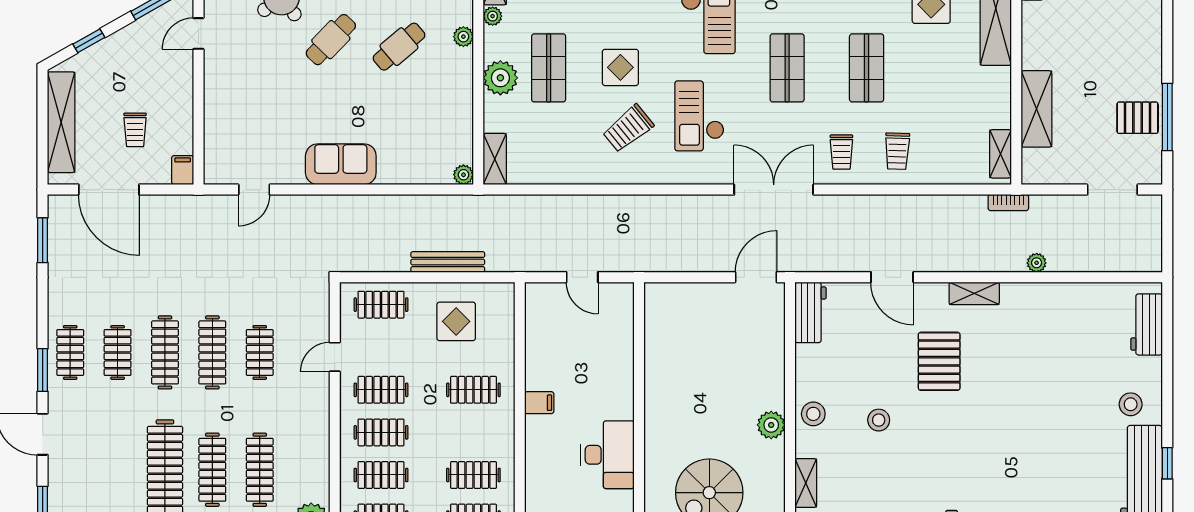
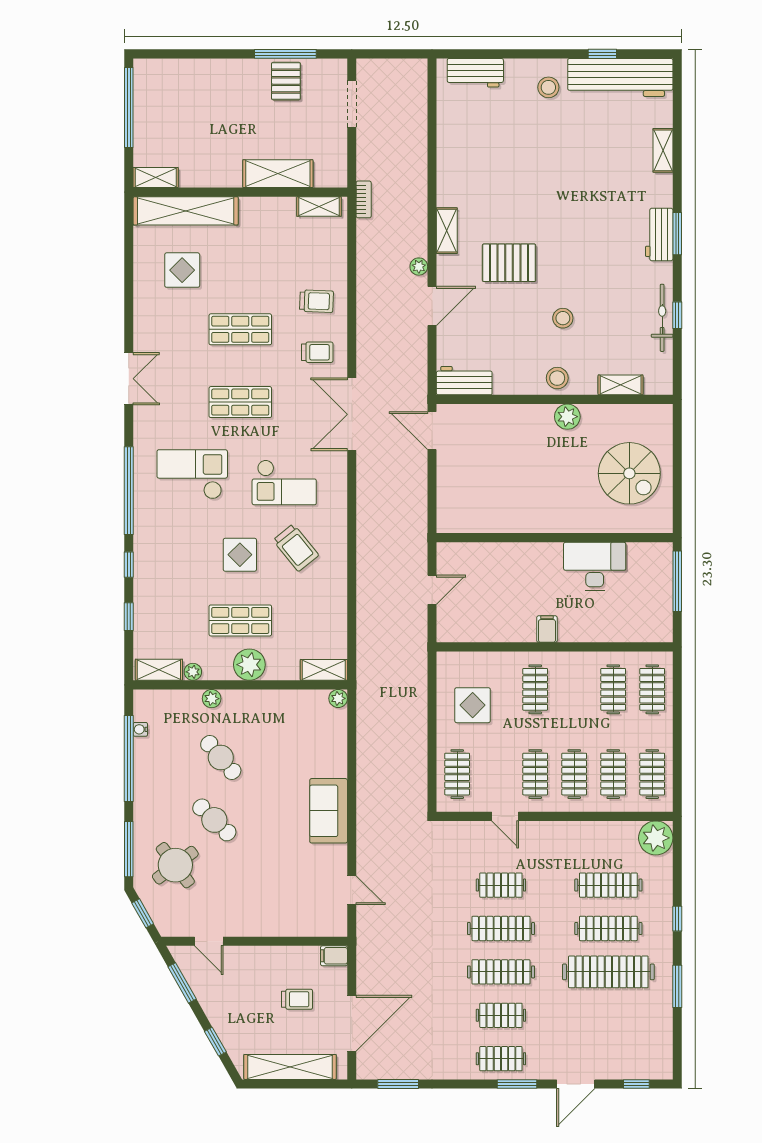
bench: (448, 262) -> (418, 713), removed
plant: (1037, 263) -> (419, 267), moved

